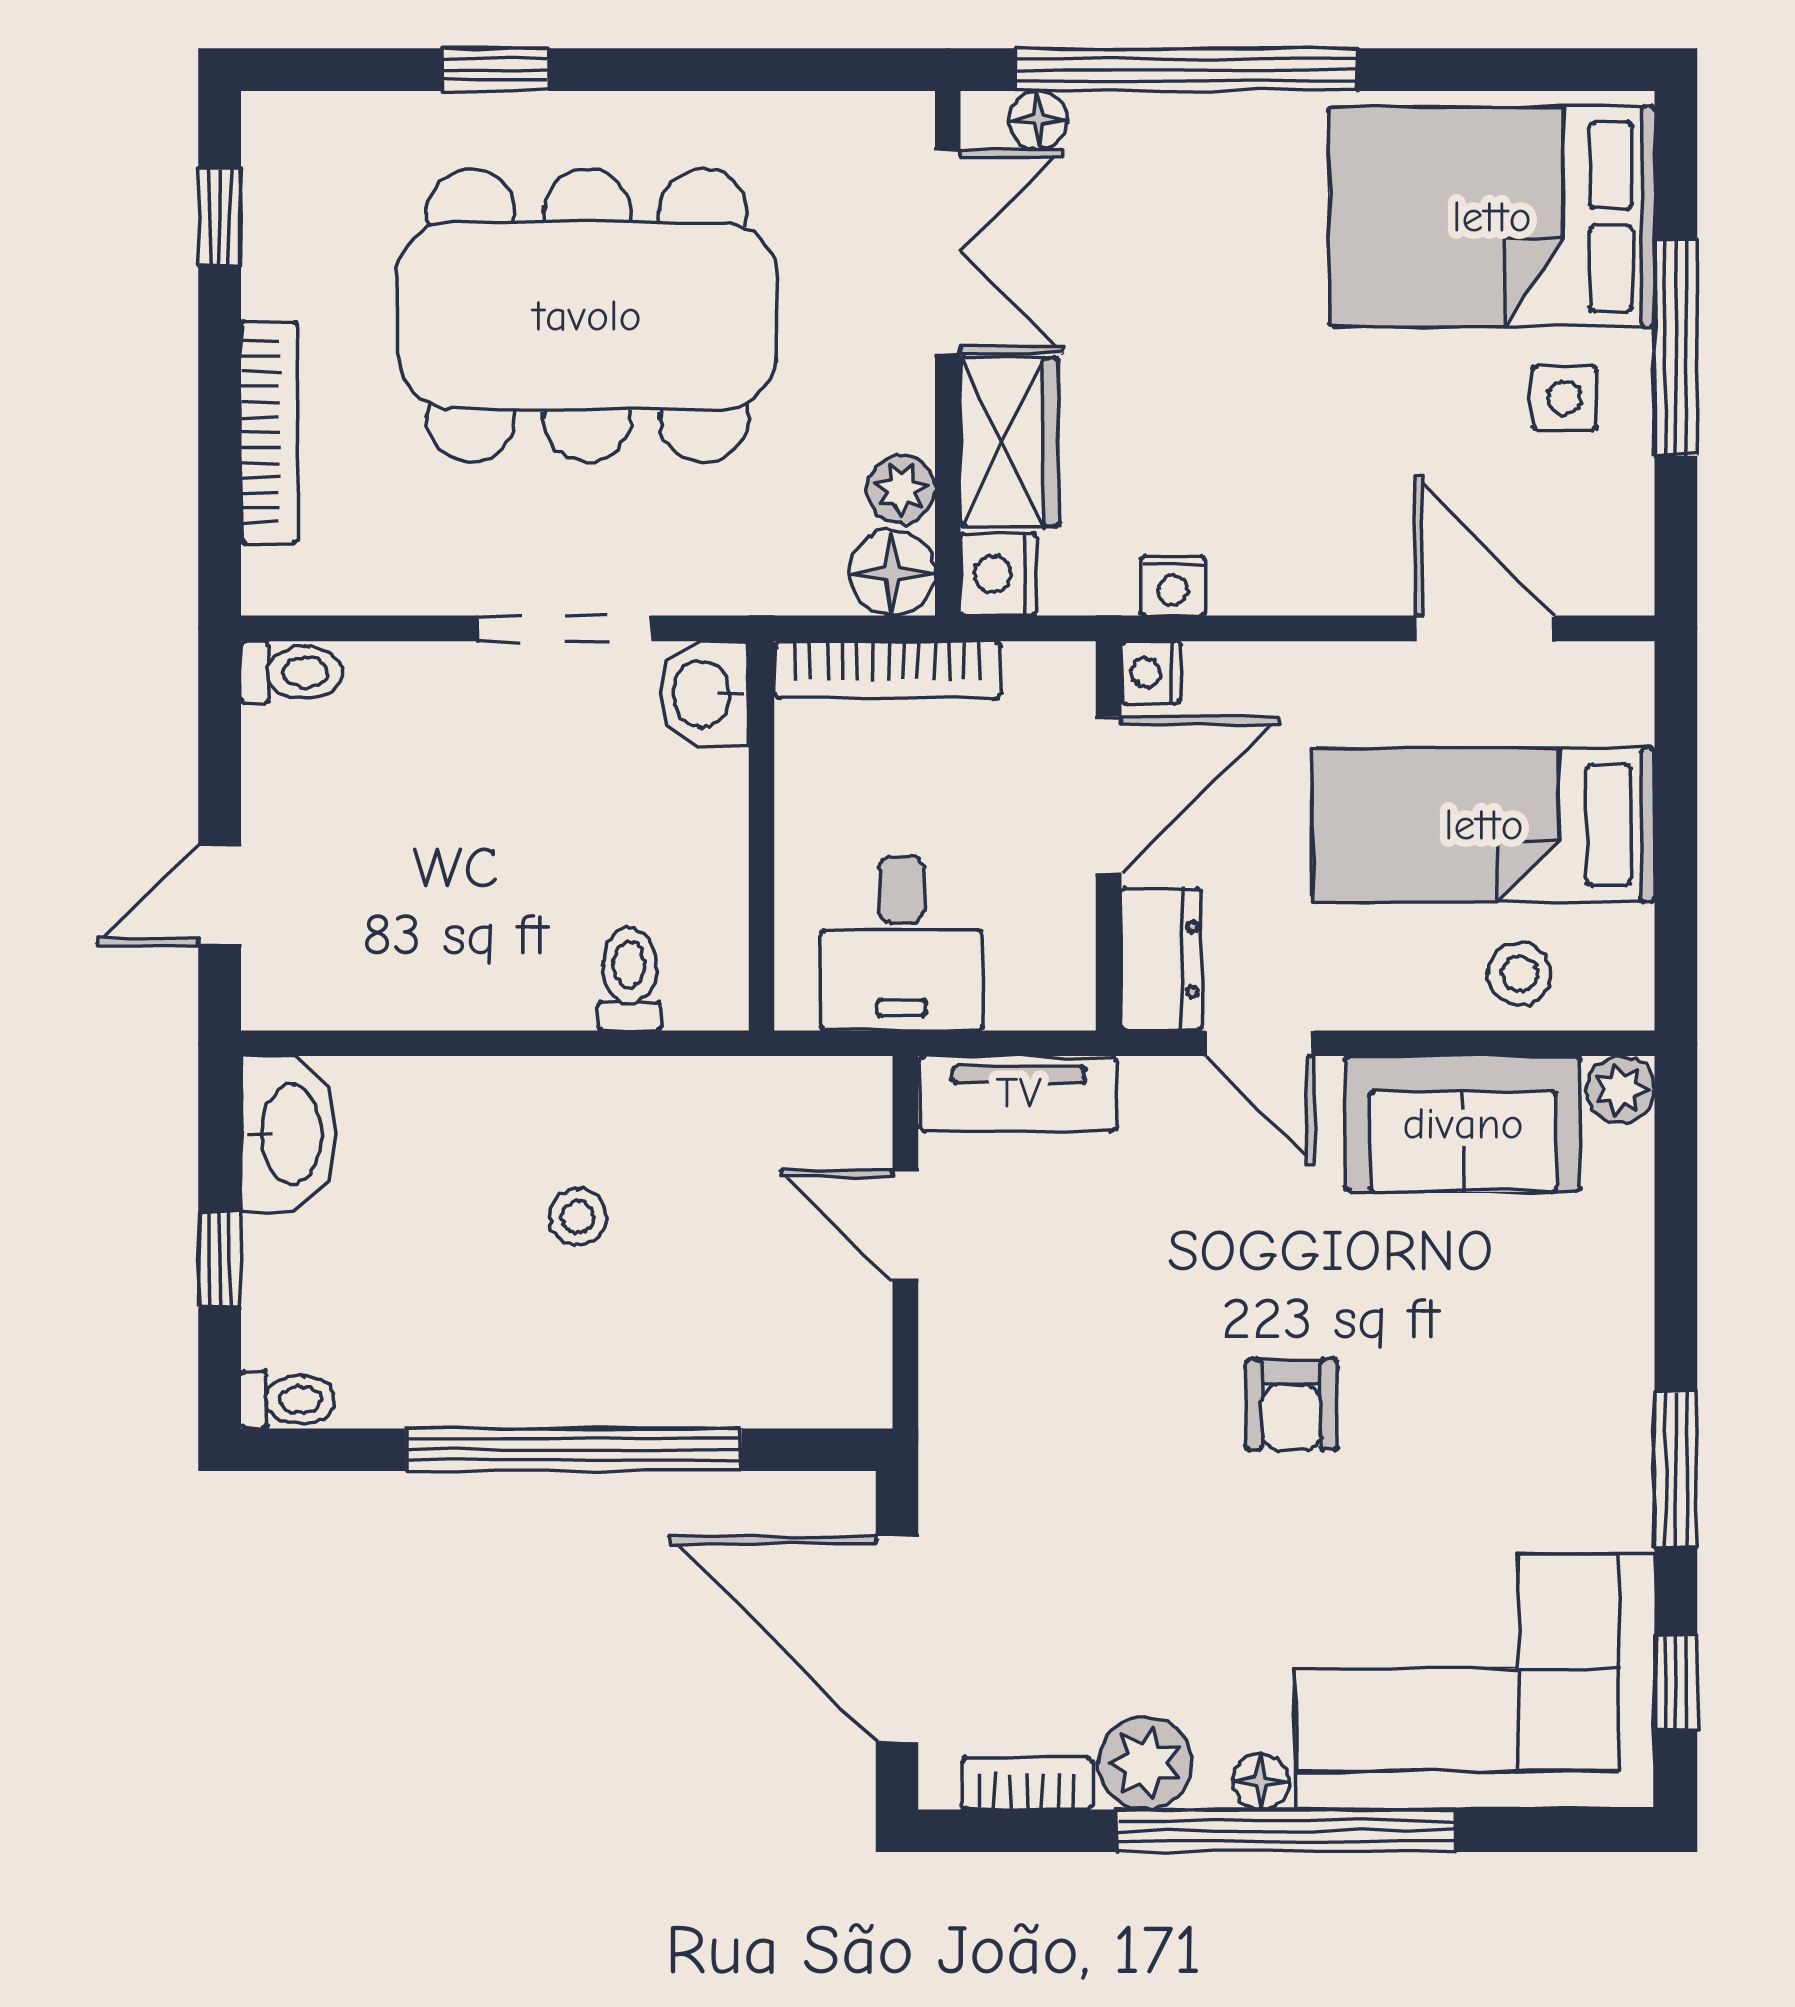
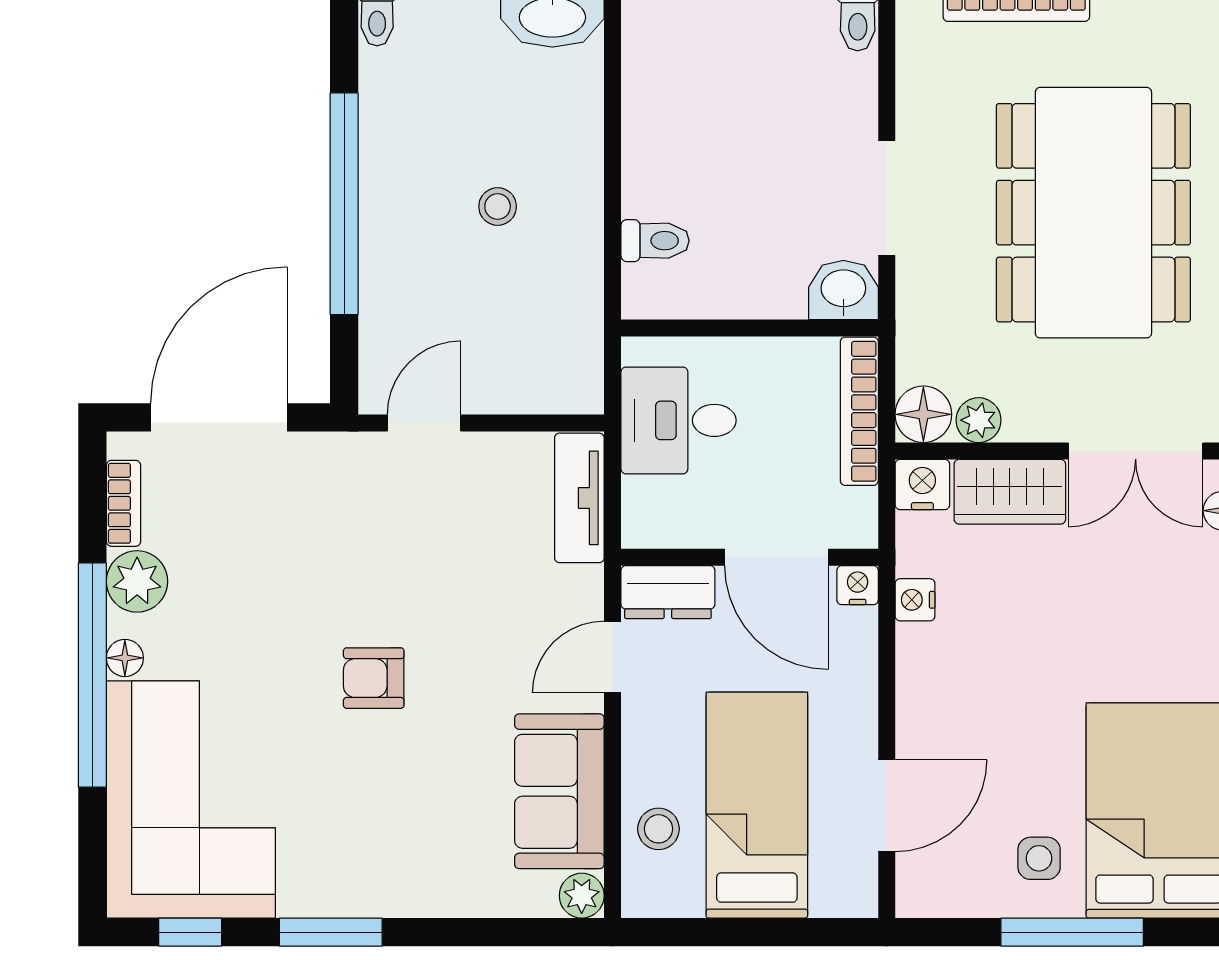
door: (905, 1225) -> (424, 423), moved

